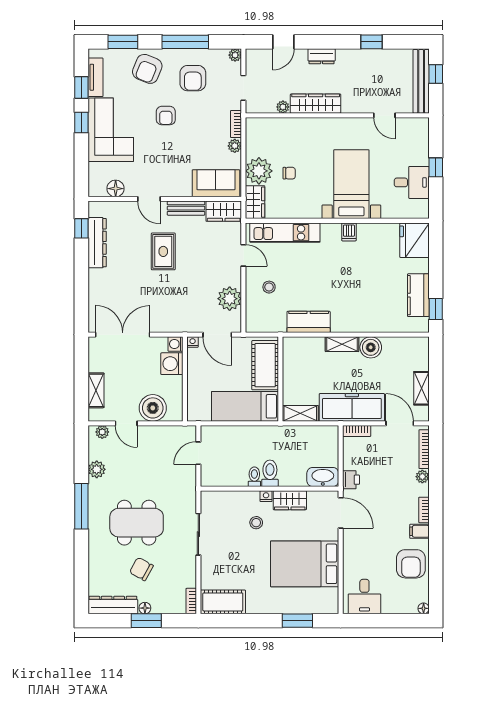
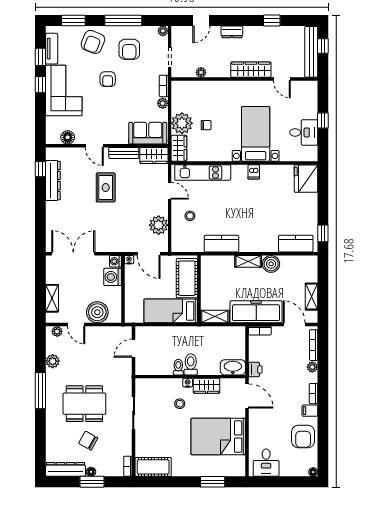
wardrobe: (316, 104) -> (251, 70), moved
kitchen counter: (418, 295) -> (296, 244), moved, turned 90

